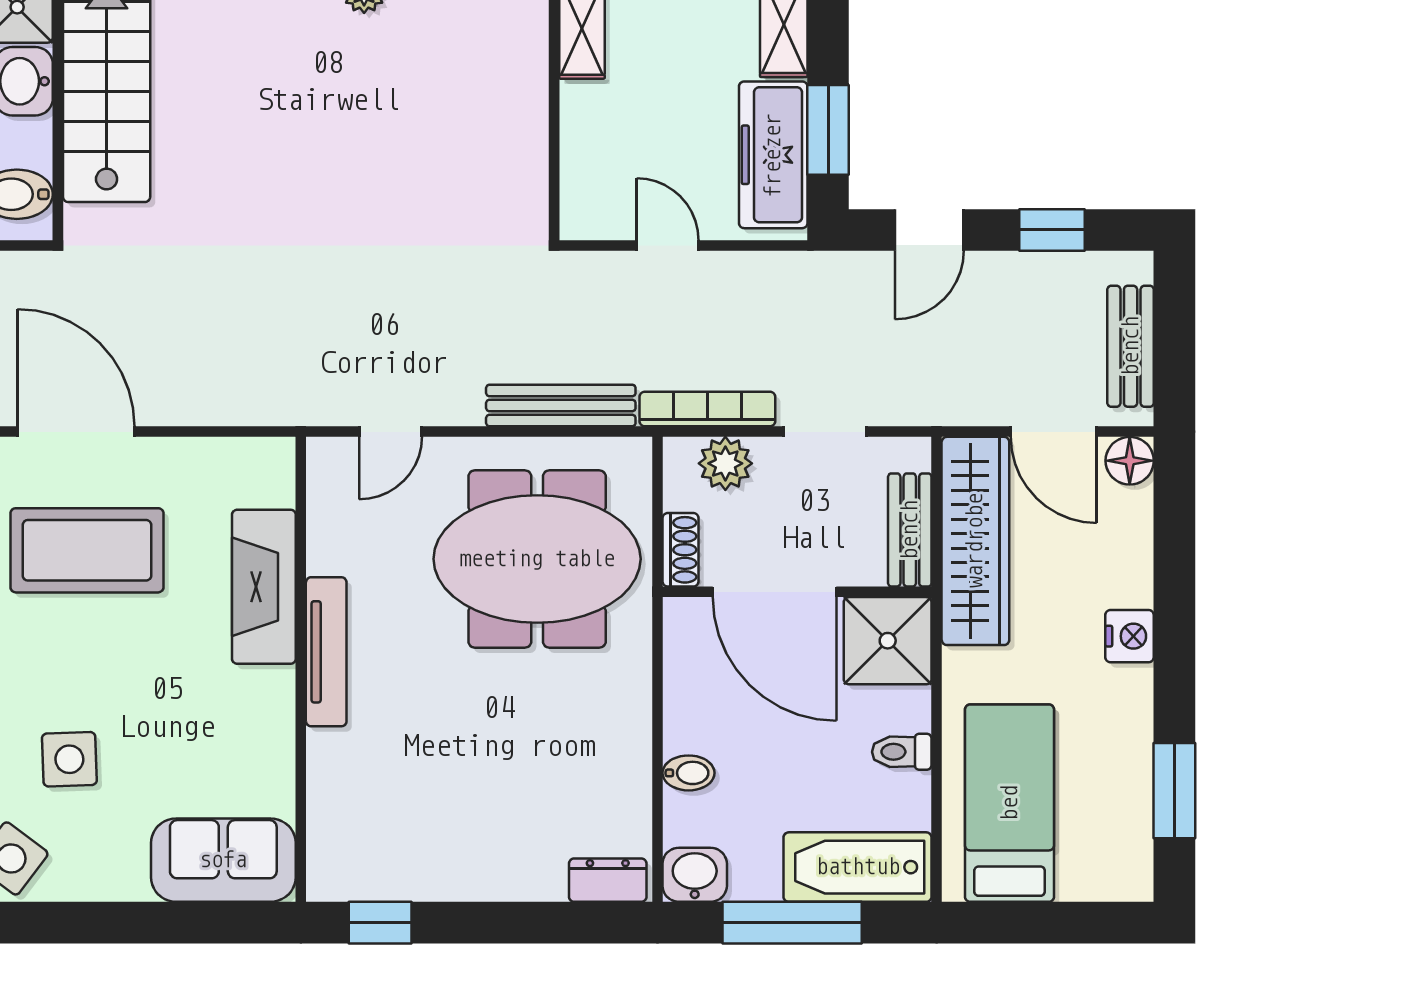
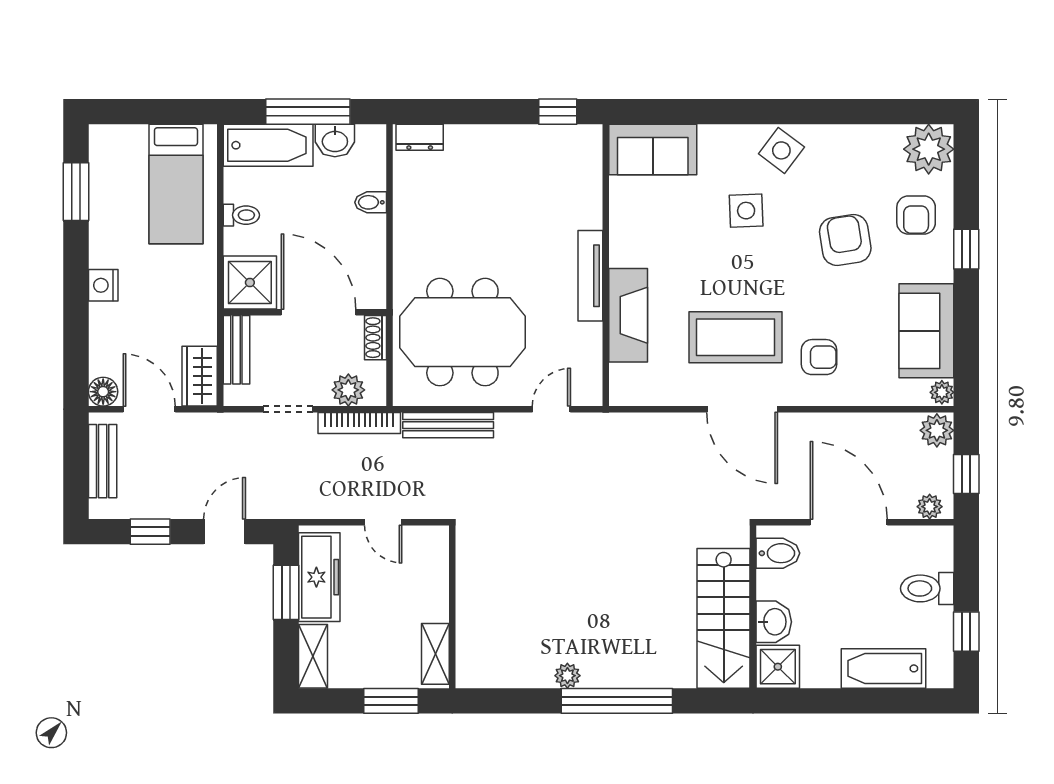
wardrobe: (975, 541) -> (200, 376), width x0.48, depth x0.85
washbasin: (695, 875) -> (335, 141), moved

